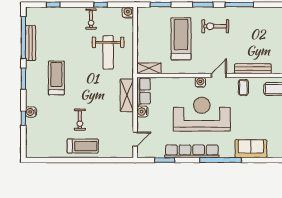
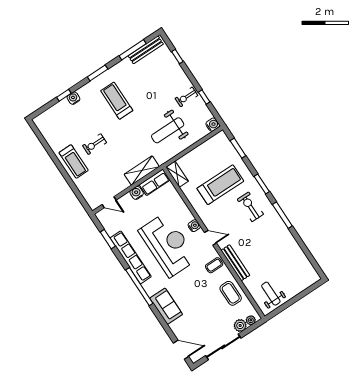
window: (23, 37) -> (133, 50), width x0.68
bench: (31, 43) -> (146, 50), moved
treadmill: (56, 78) -> (117, 101), turned -90

